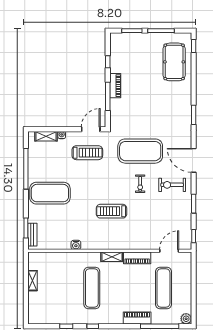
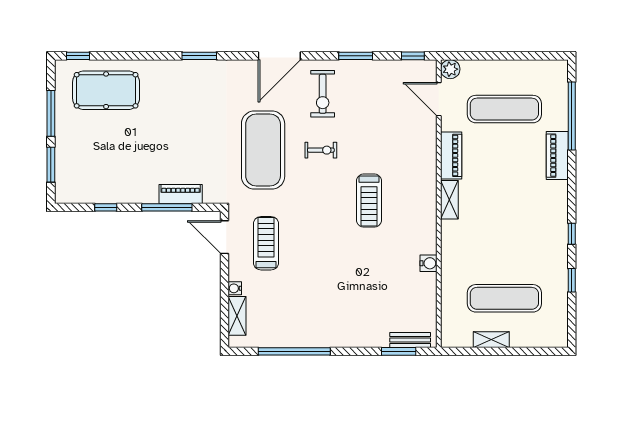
piano: (115, 86) -> (181, 194), moved
exercise mat: (50, 193) -> (337, 309), removed
exercise mat: (92, 288) -> (504, 298), moved
plant: (186, 319) -> (450, 69), moved

